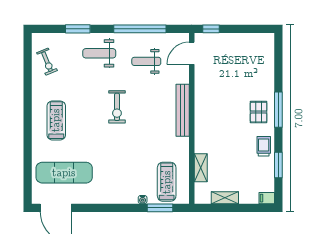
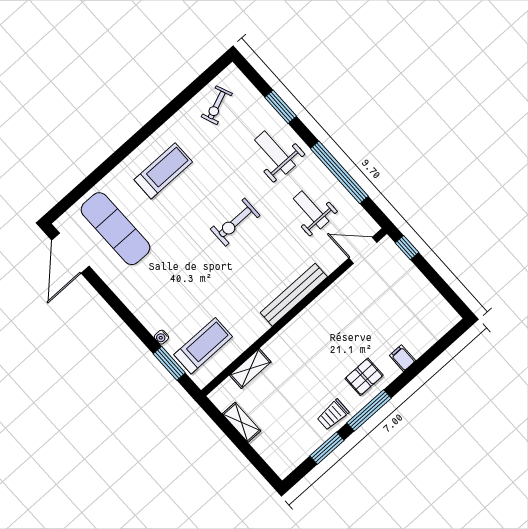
window: (278, 110) -> (369, 410), moved
trolley: (264, 146) -> (333, 415), turned 180
filing cabinet: (267, 198) -> (403, 358), moved

